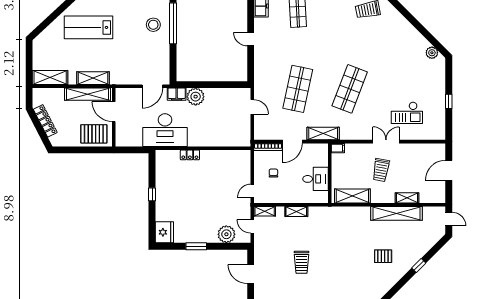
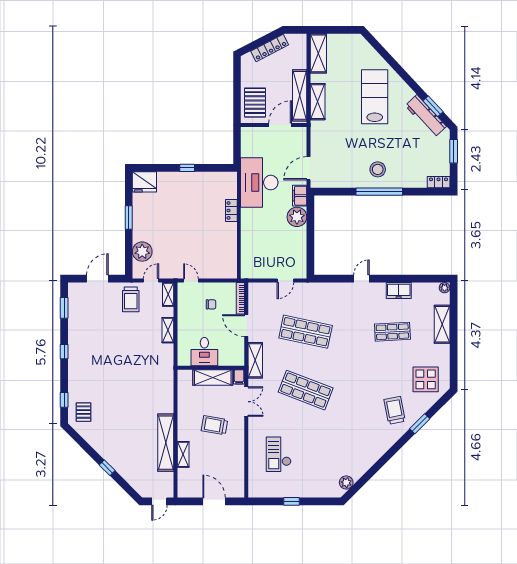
door: (152, 86) -> (309, 168), hinge flipped
double door: (386, 142) -> (246, 402), moved
shelving: (352, 196) -> (213, 378), moved, turned 90
pallet: (383, 256) -> (84, 412), moved
trolley: (302, 262) -> (131, 299), moved, turned -90

